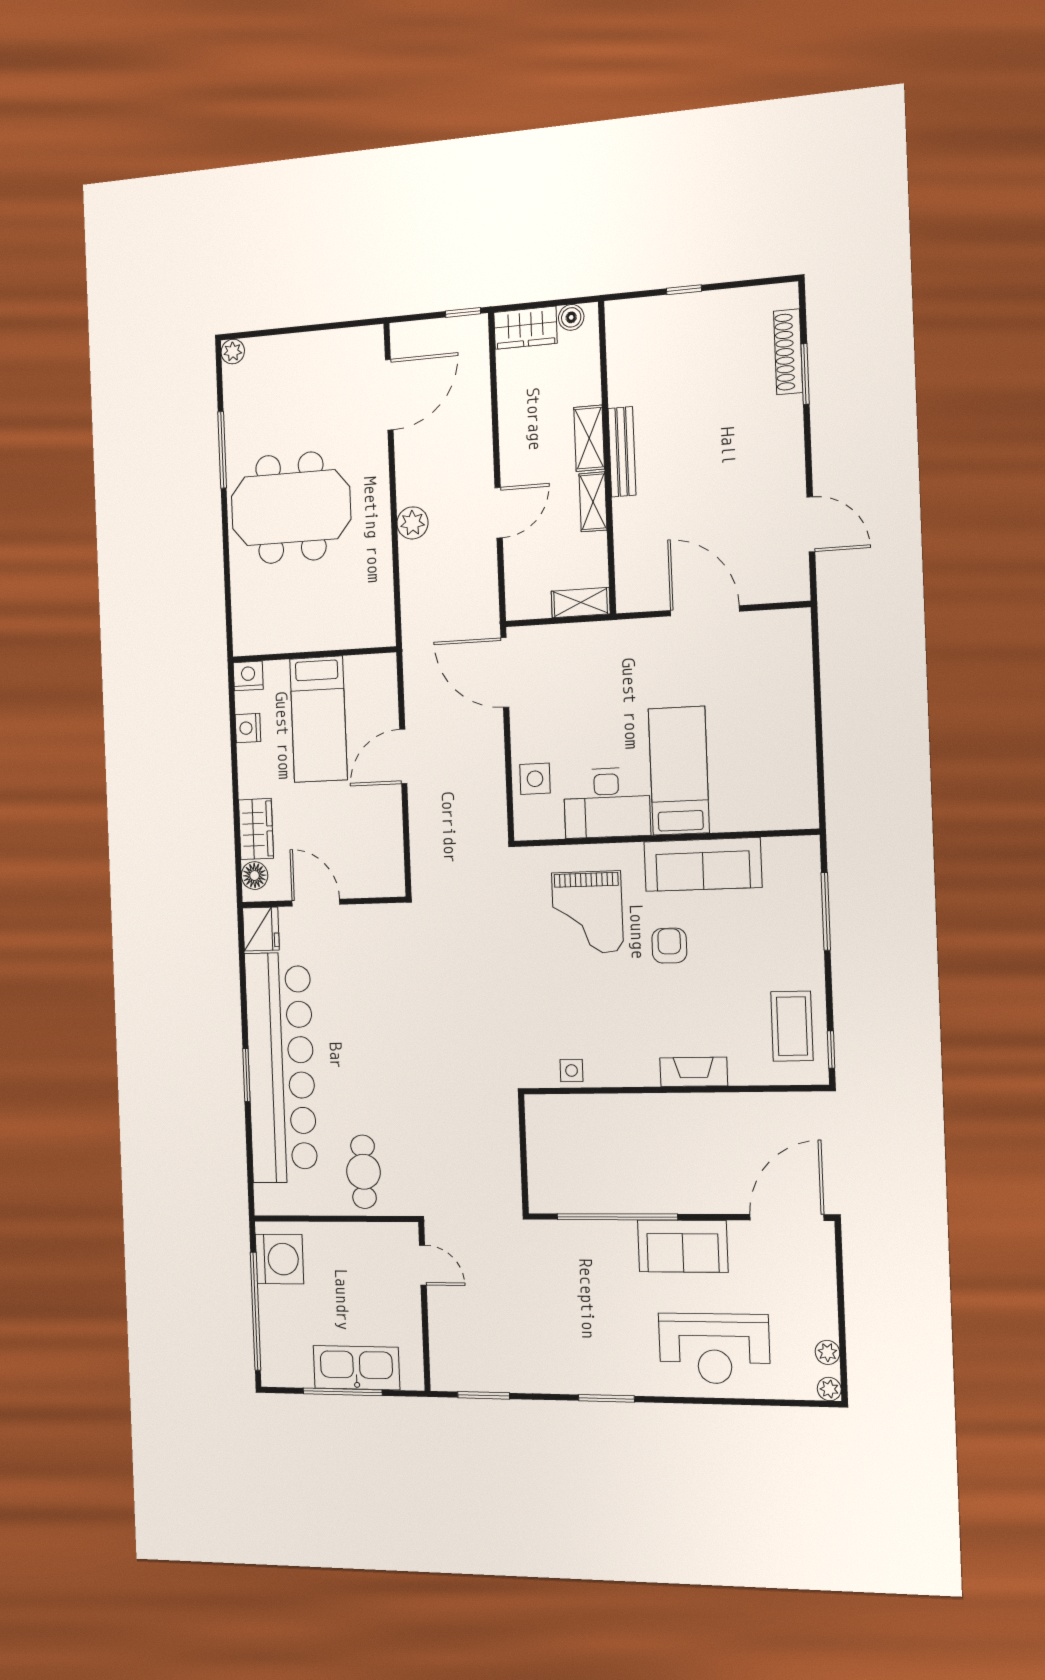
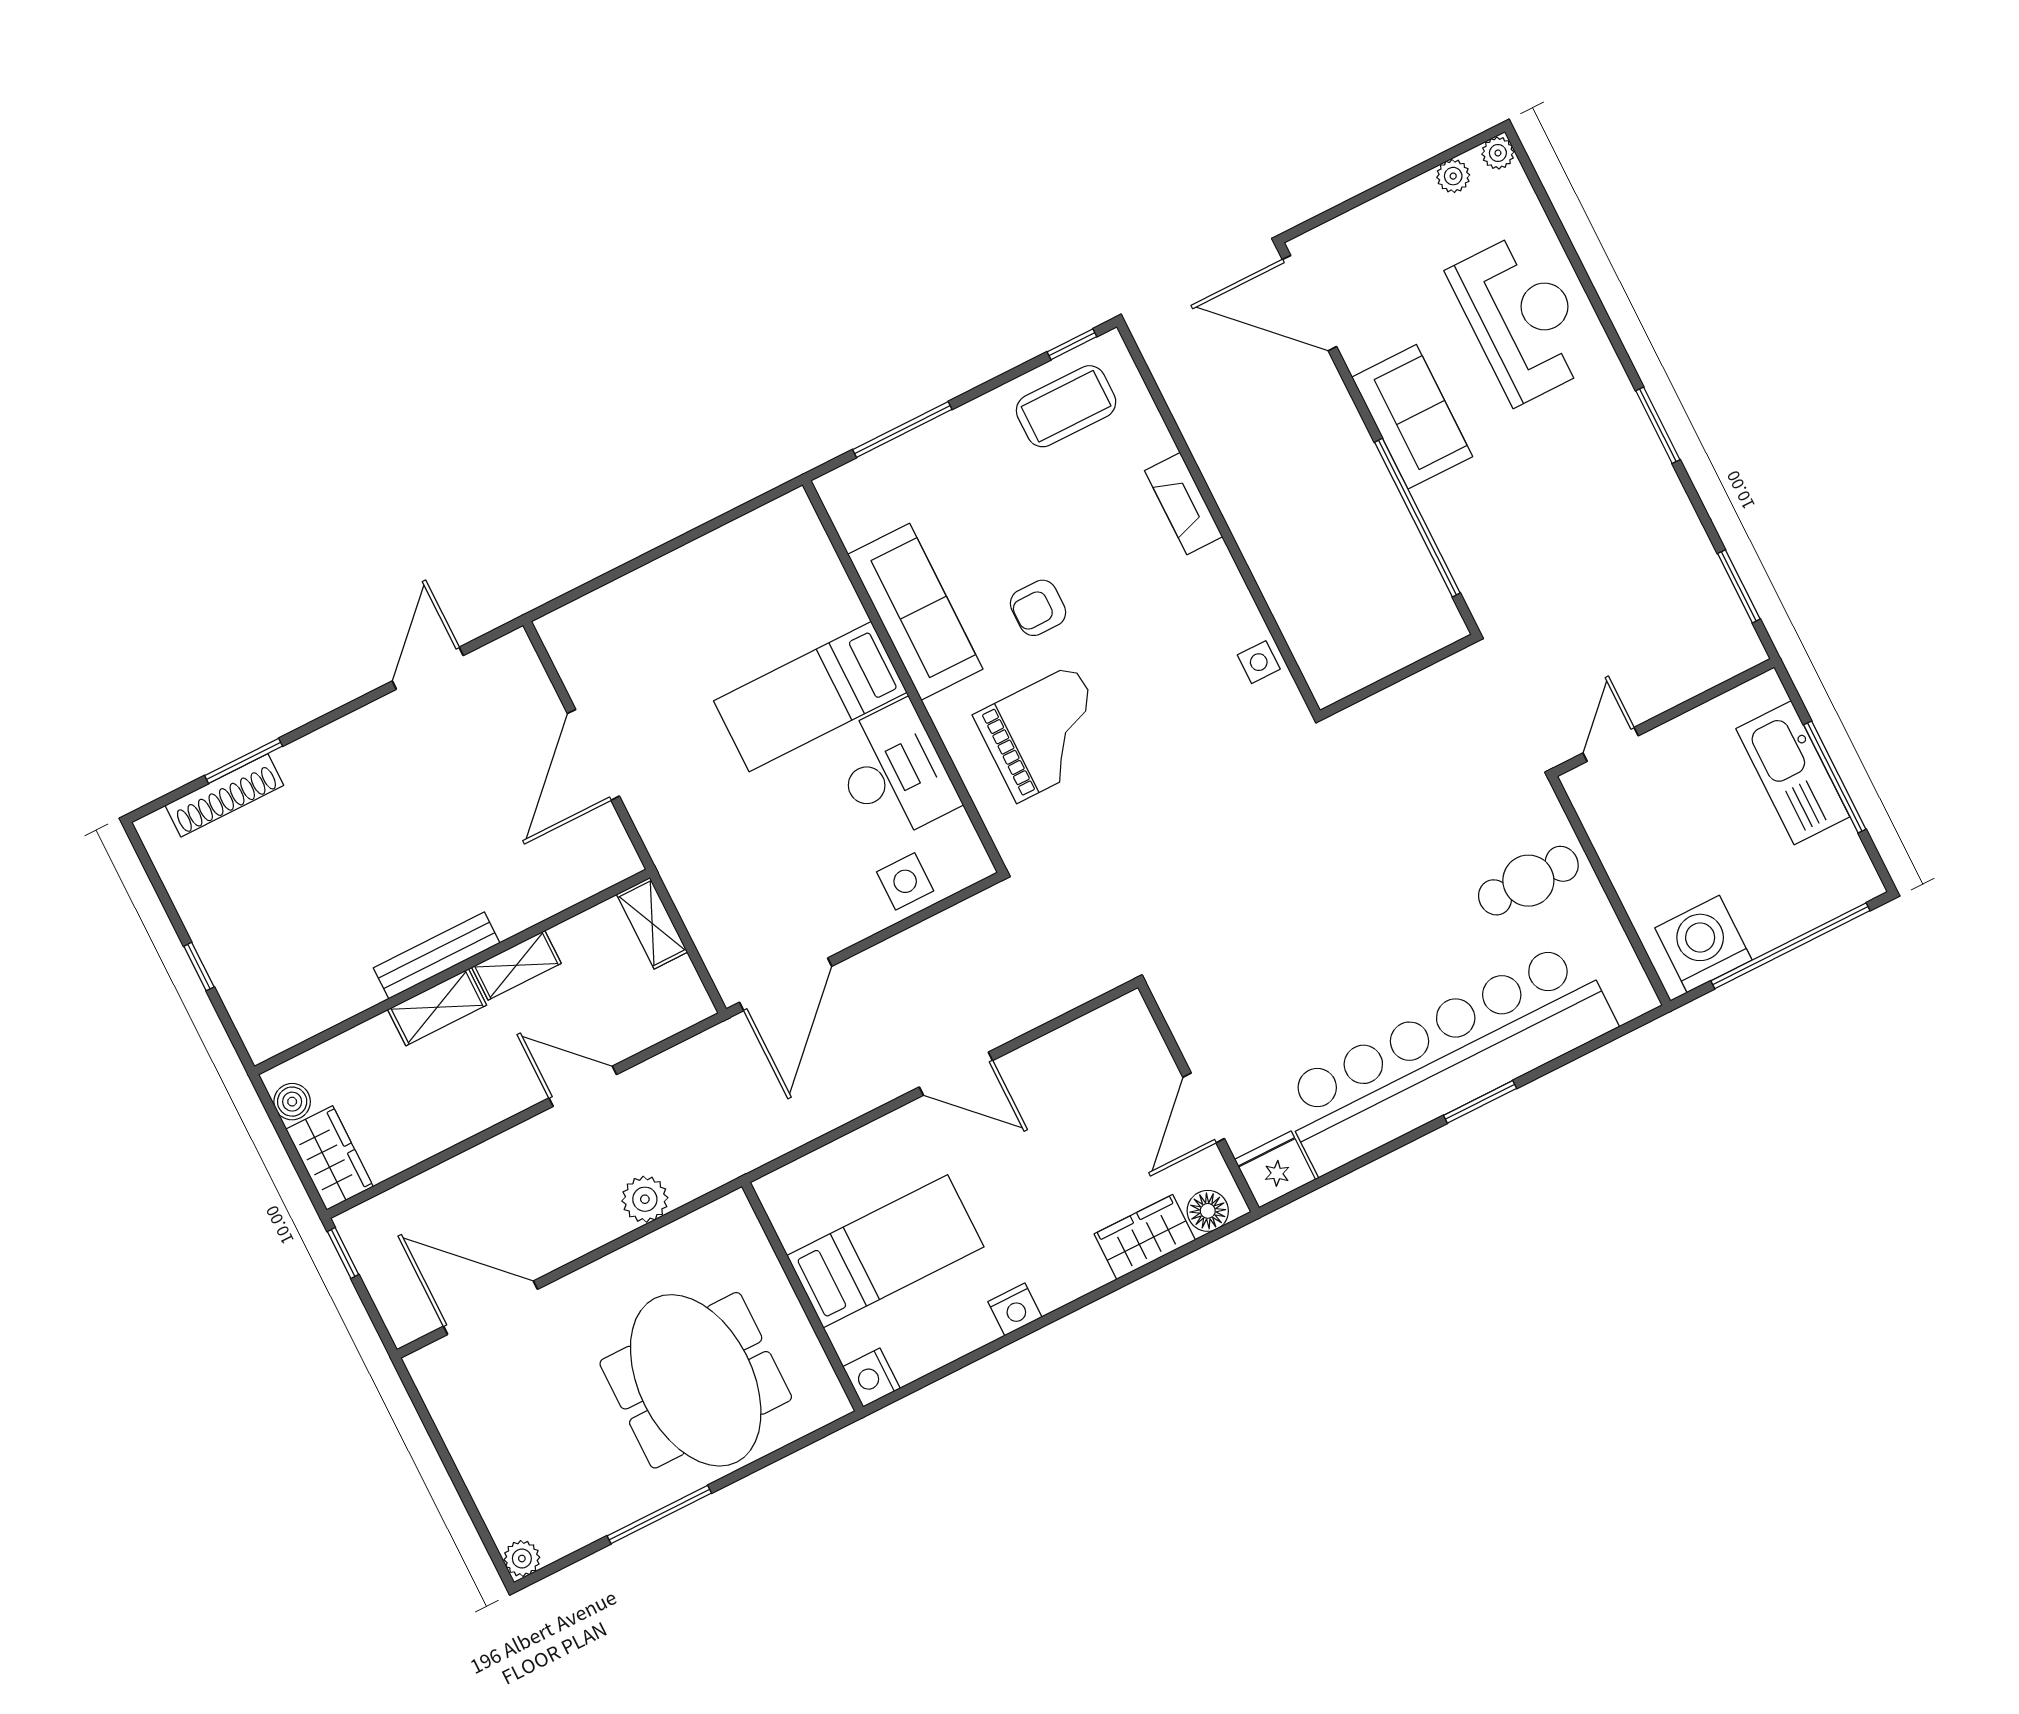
wall: (314, 655) -> (803, 1297), moved
nightstand: (248, 676) -> (872, 1378), moved
bed: (319, 719) -> (885, 1251), moved

